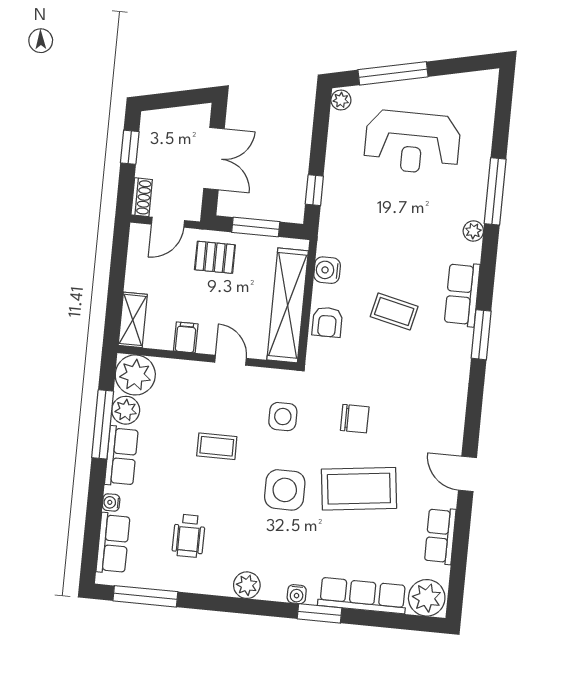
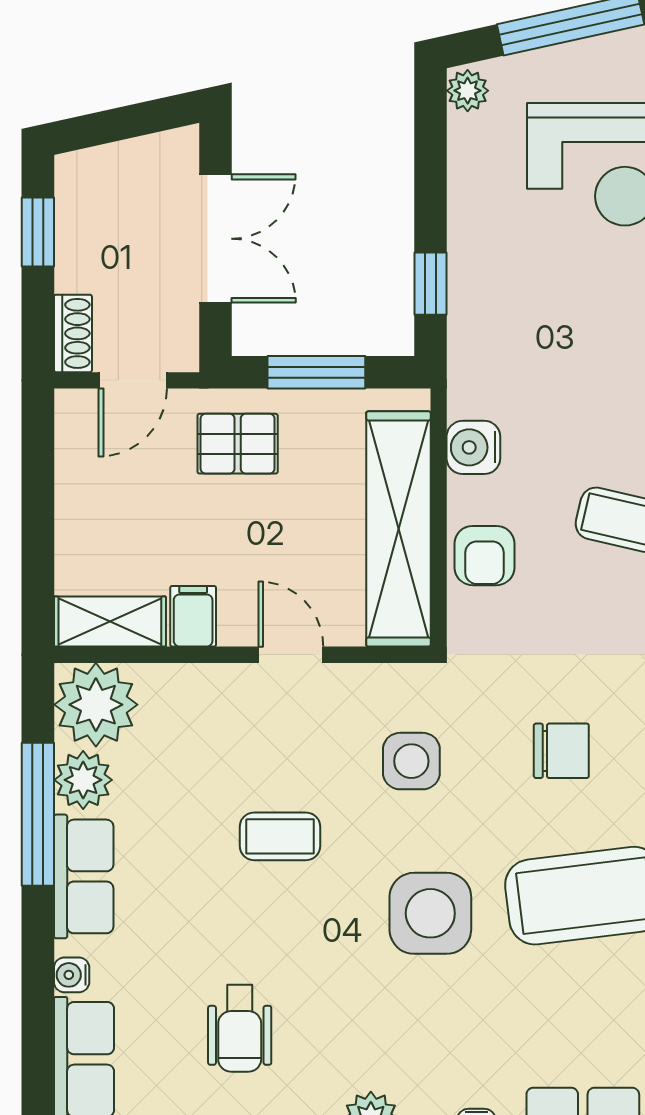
shelving: (133, 320) -> (110, 621), moved, turned 90

